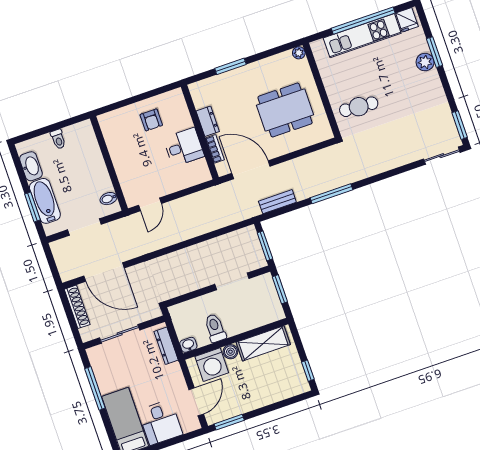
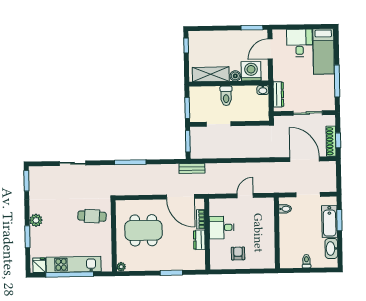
plant: (425, 62) -> (36, 220), moved
sliding door: (442, 156) -> (73, 163), moved
bench: (277, 202) -> (192, 168), moved
door: (150, 204) -> (245, 196), moved
window: (68, 311) -> (338, 140), added
toilet: (215, 328) -> (226, 96), moved

